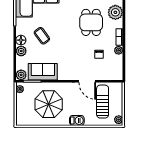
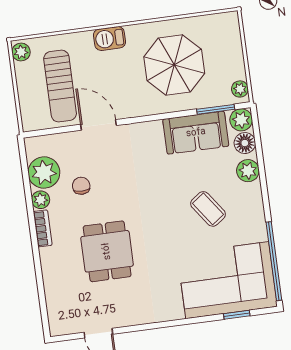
plant: (115, 12) -> (44, 173), moved
floor lamp: (21, 40) -> (245, 143), moved

